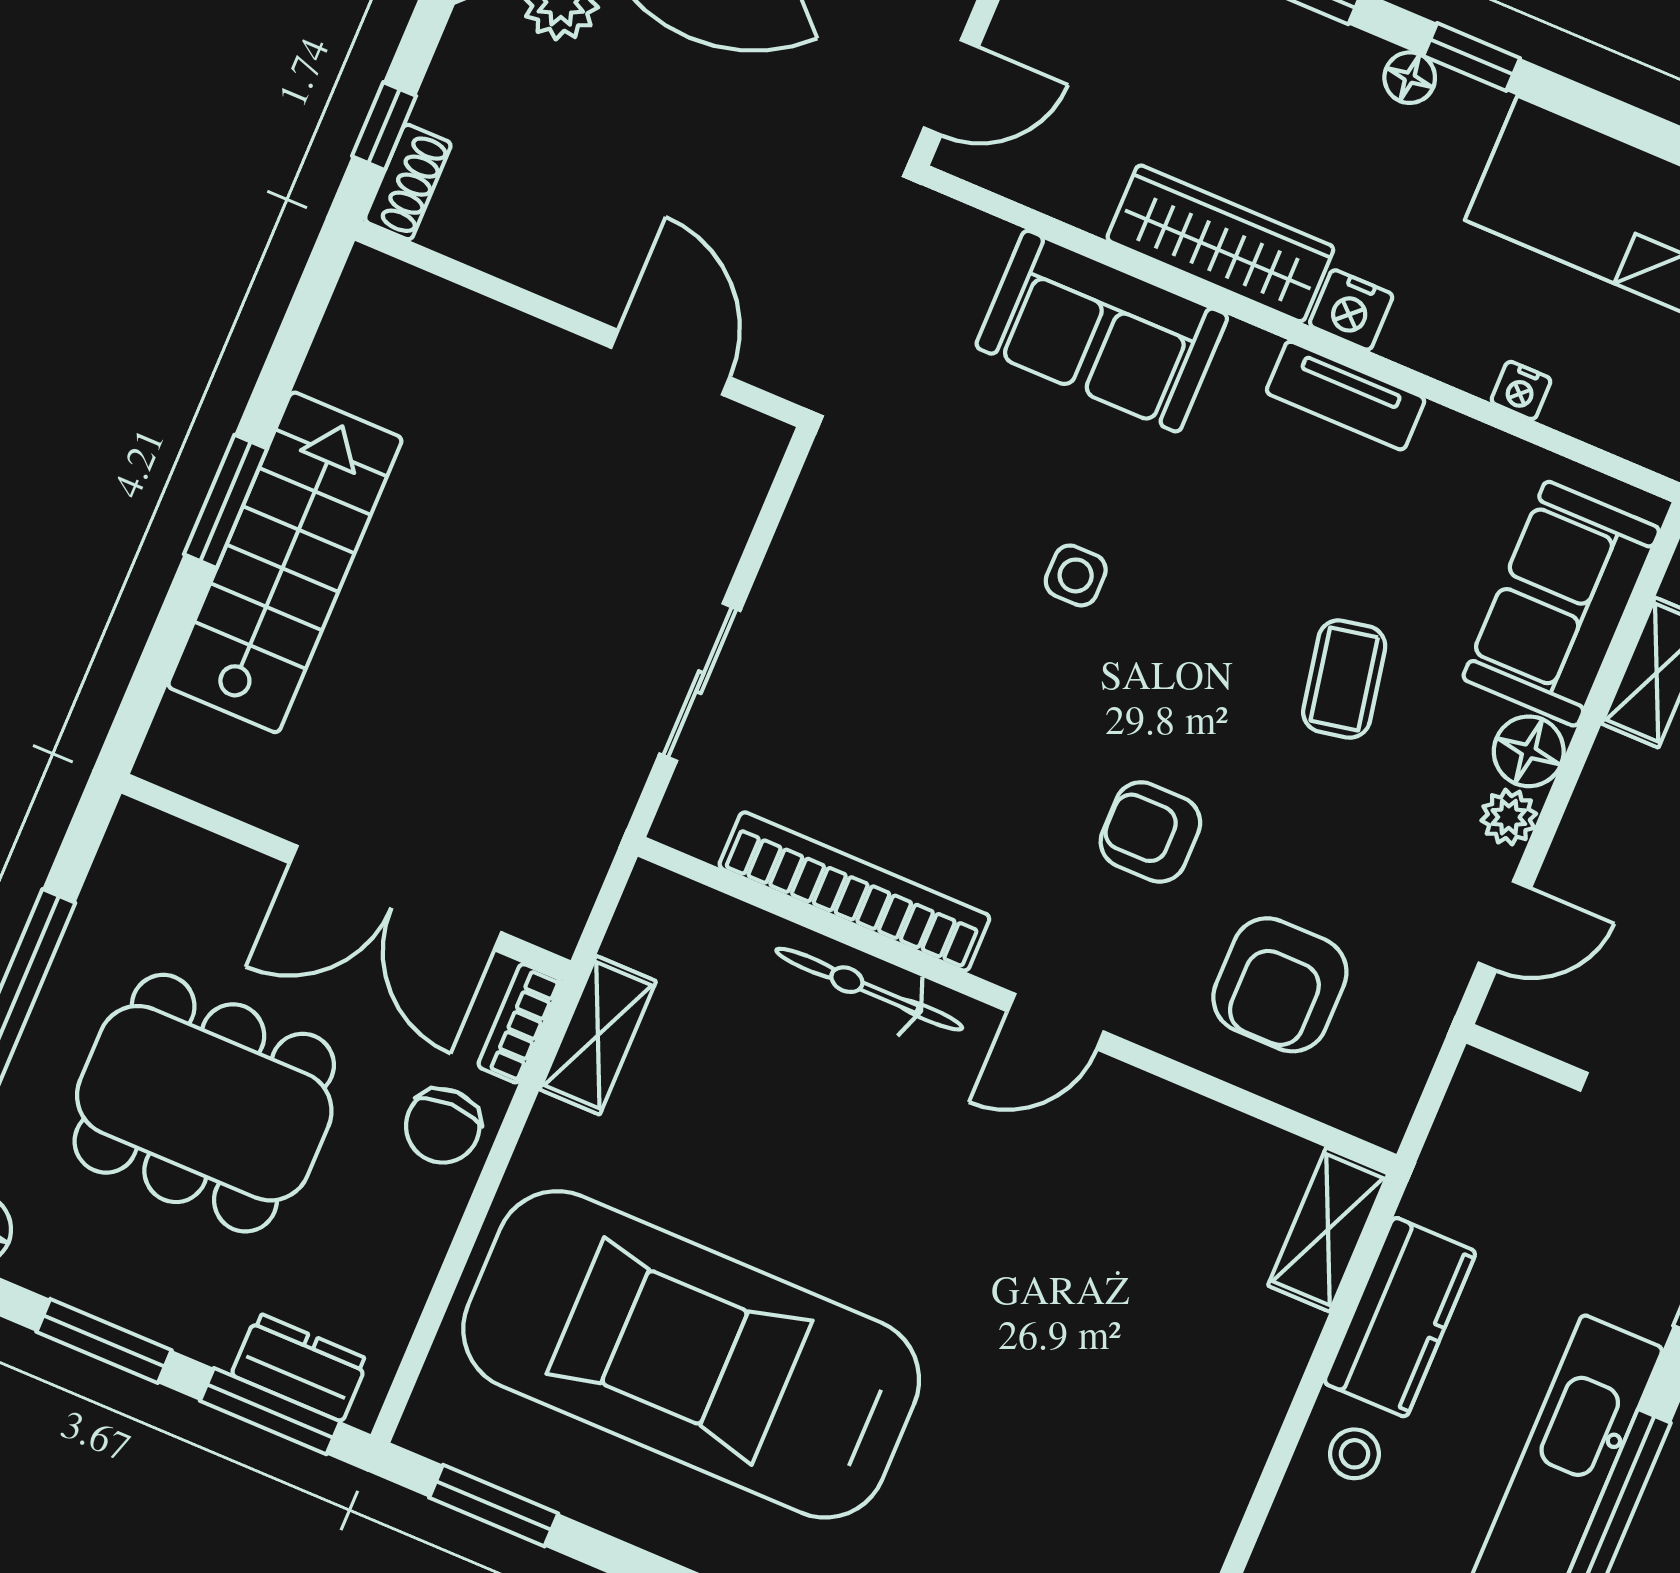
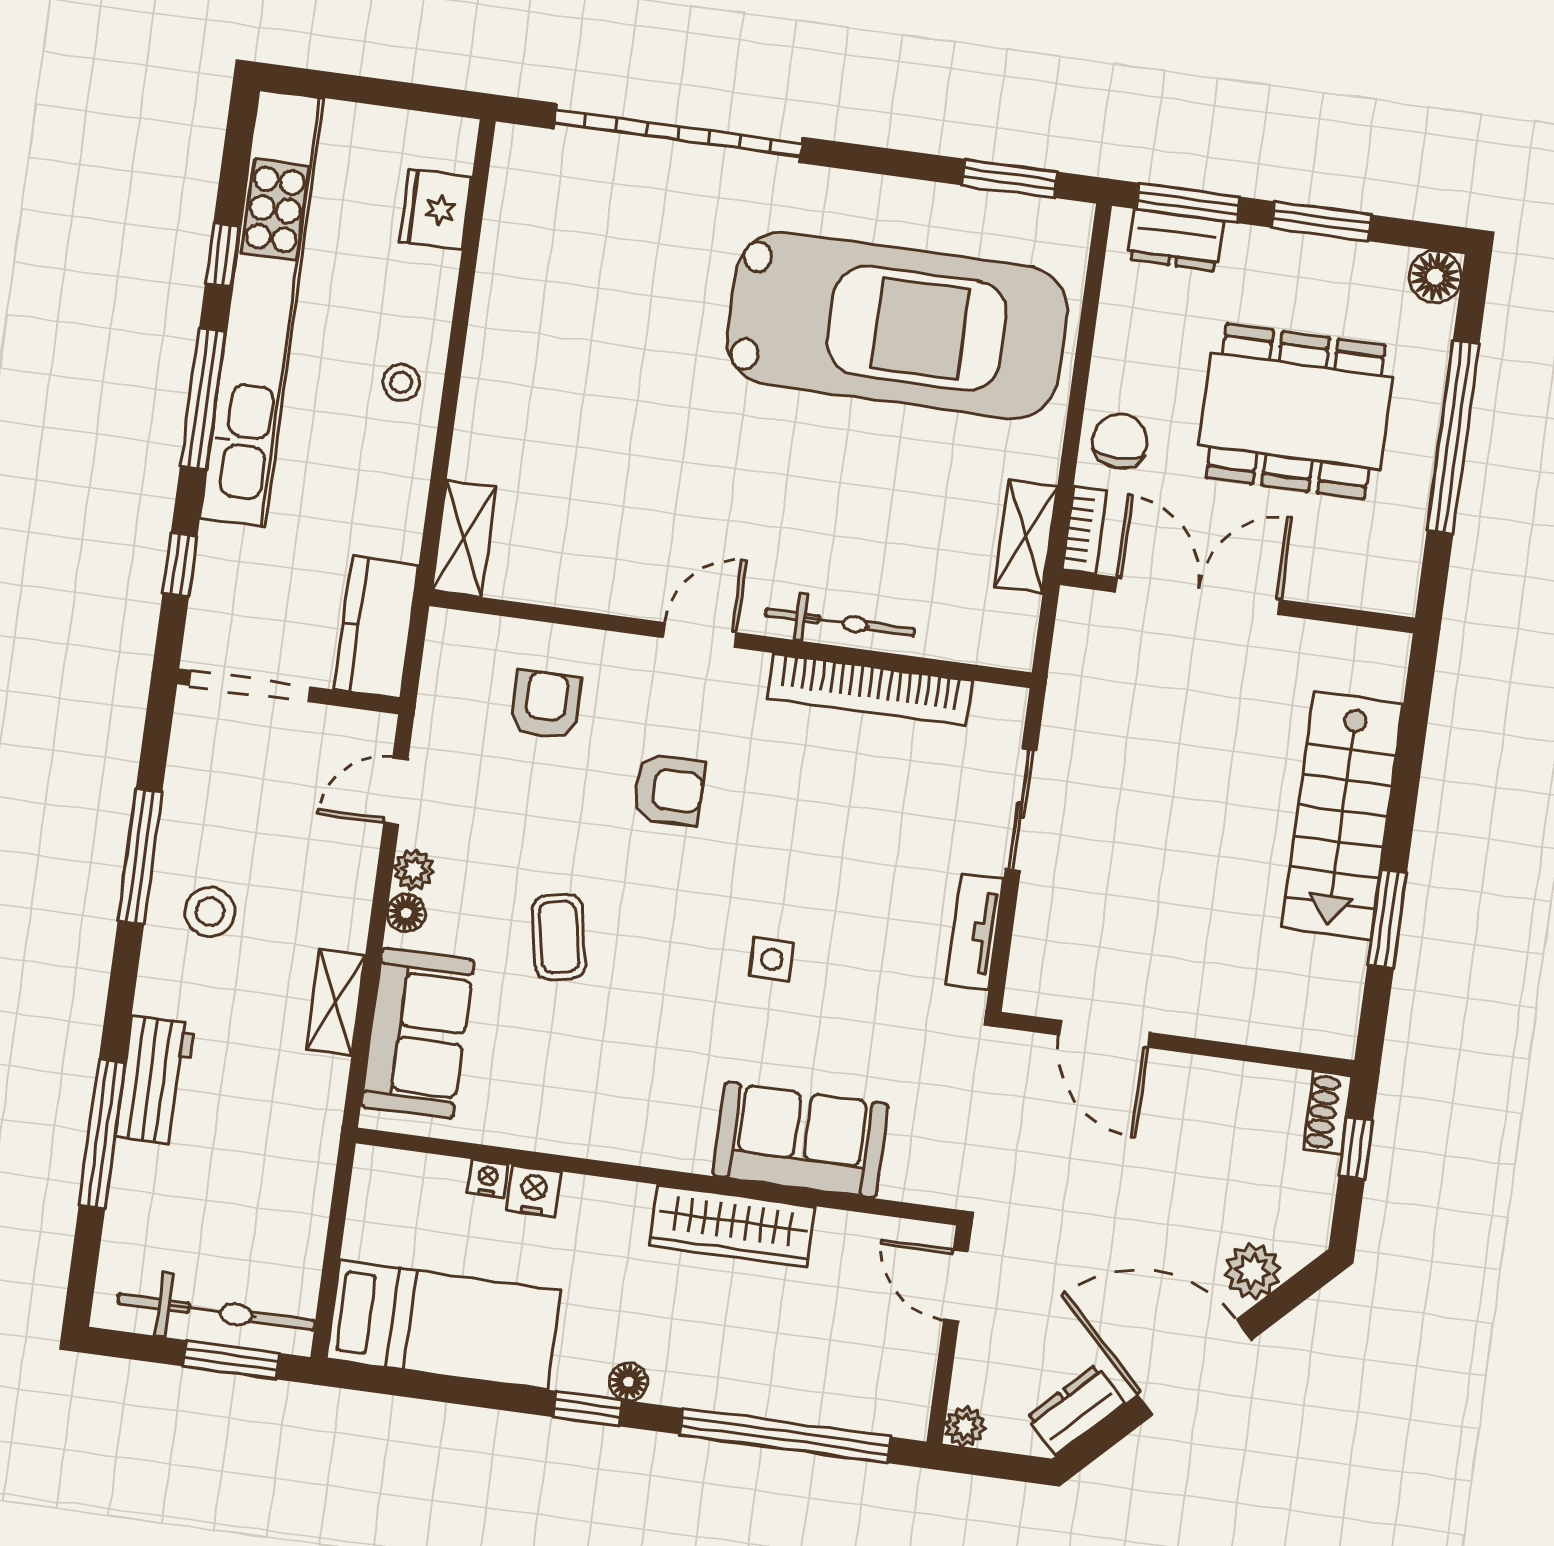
door: (951, 88) -> (956, 1286), hinge flipped
nightstand: (1351, 310) -> (534, 1191), moved
tv unit: (1346, 396) -> (975, 932), moved, turned -90
window: (225, 501) -> (1387, 919), moved
floor lamp: (1529, 751) -> (406, 913), width x0.73, depth x0.73
armchair: (1280, 985) -> (546, 705), width x0.72, depth x0.72
kitchen counter: (1400, 1317) -> (376, 627), moved

